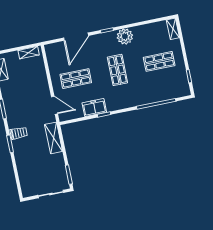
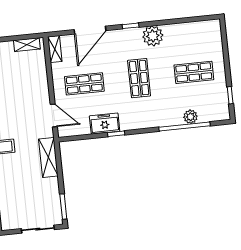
shelving: (173, 29) -> (55, 49), moved
plant: (160, 96) -> (190, 117), added

